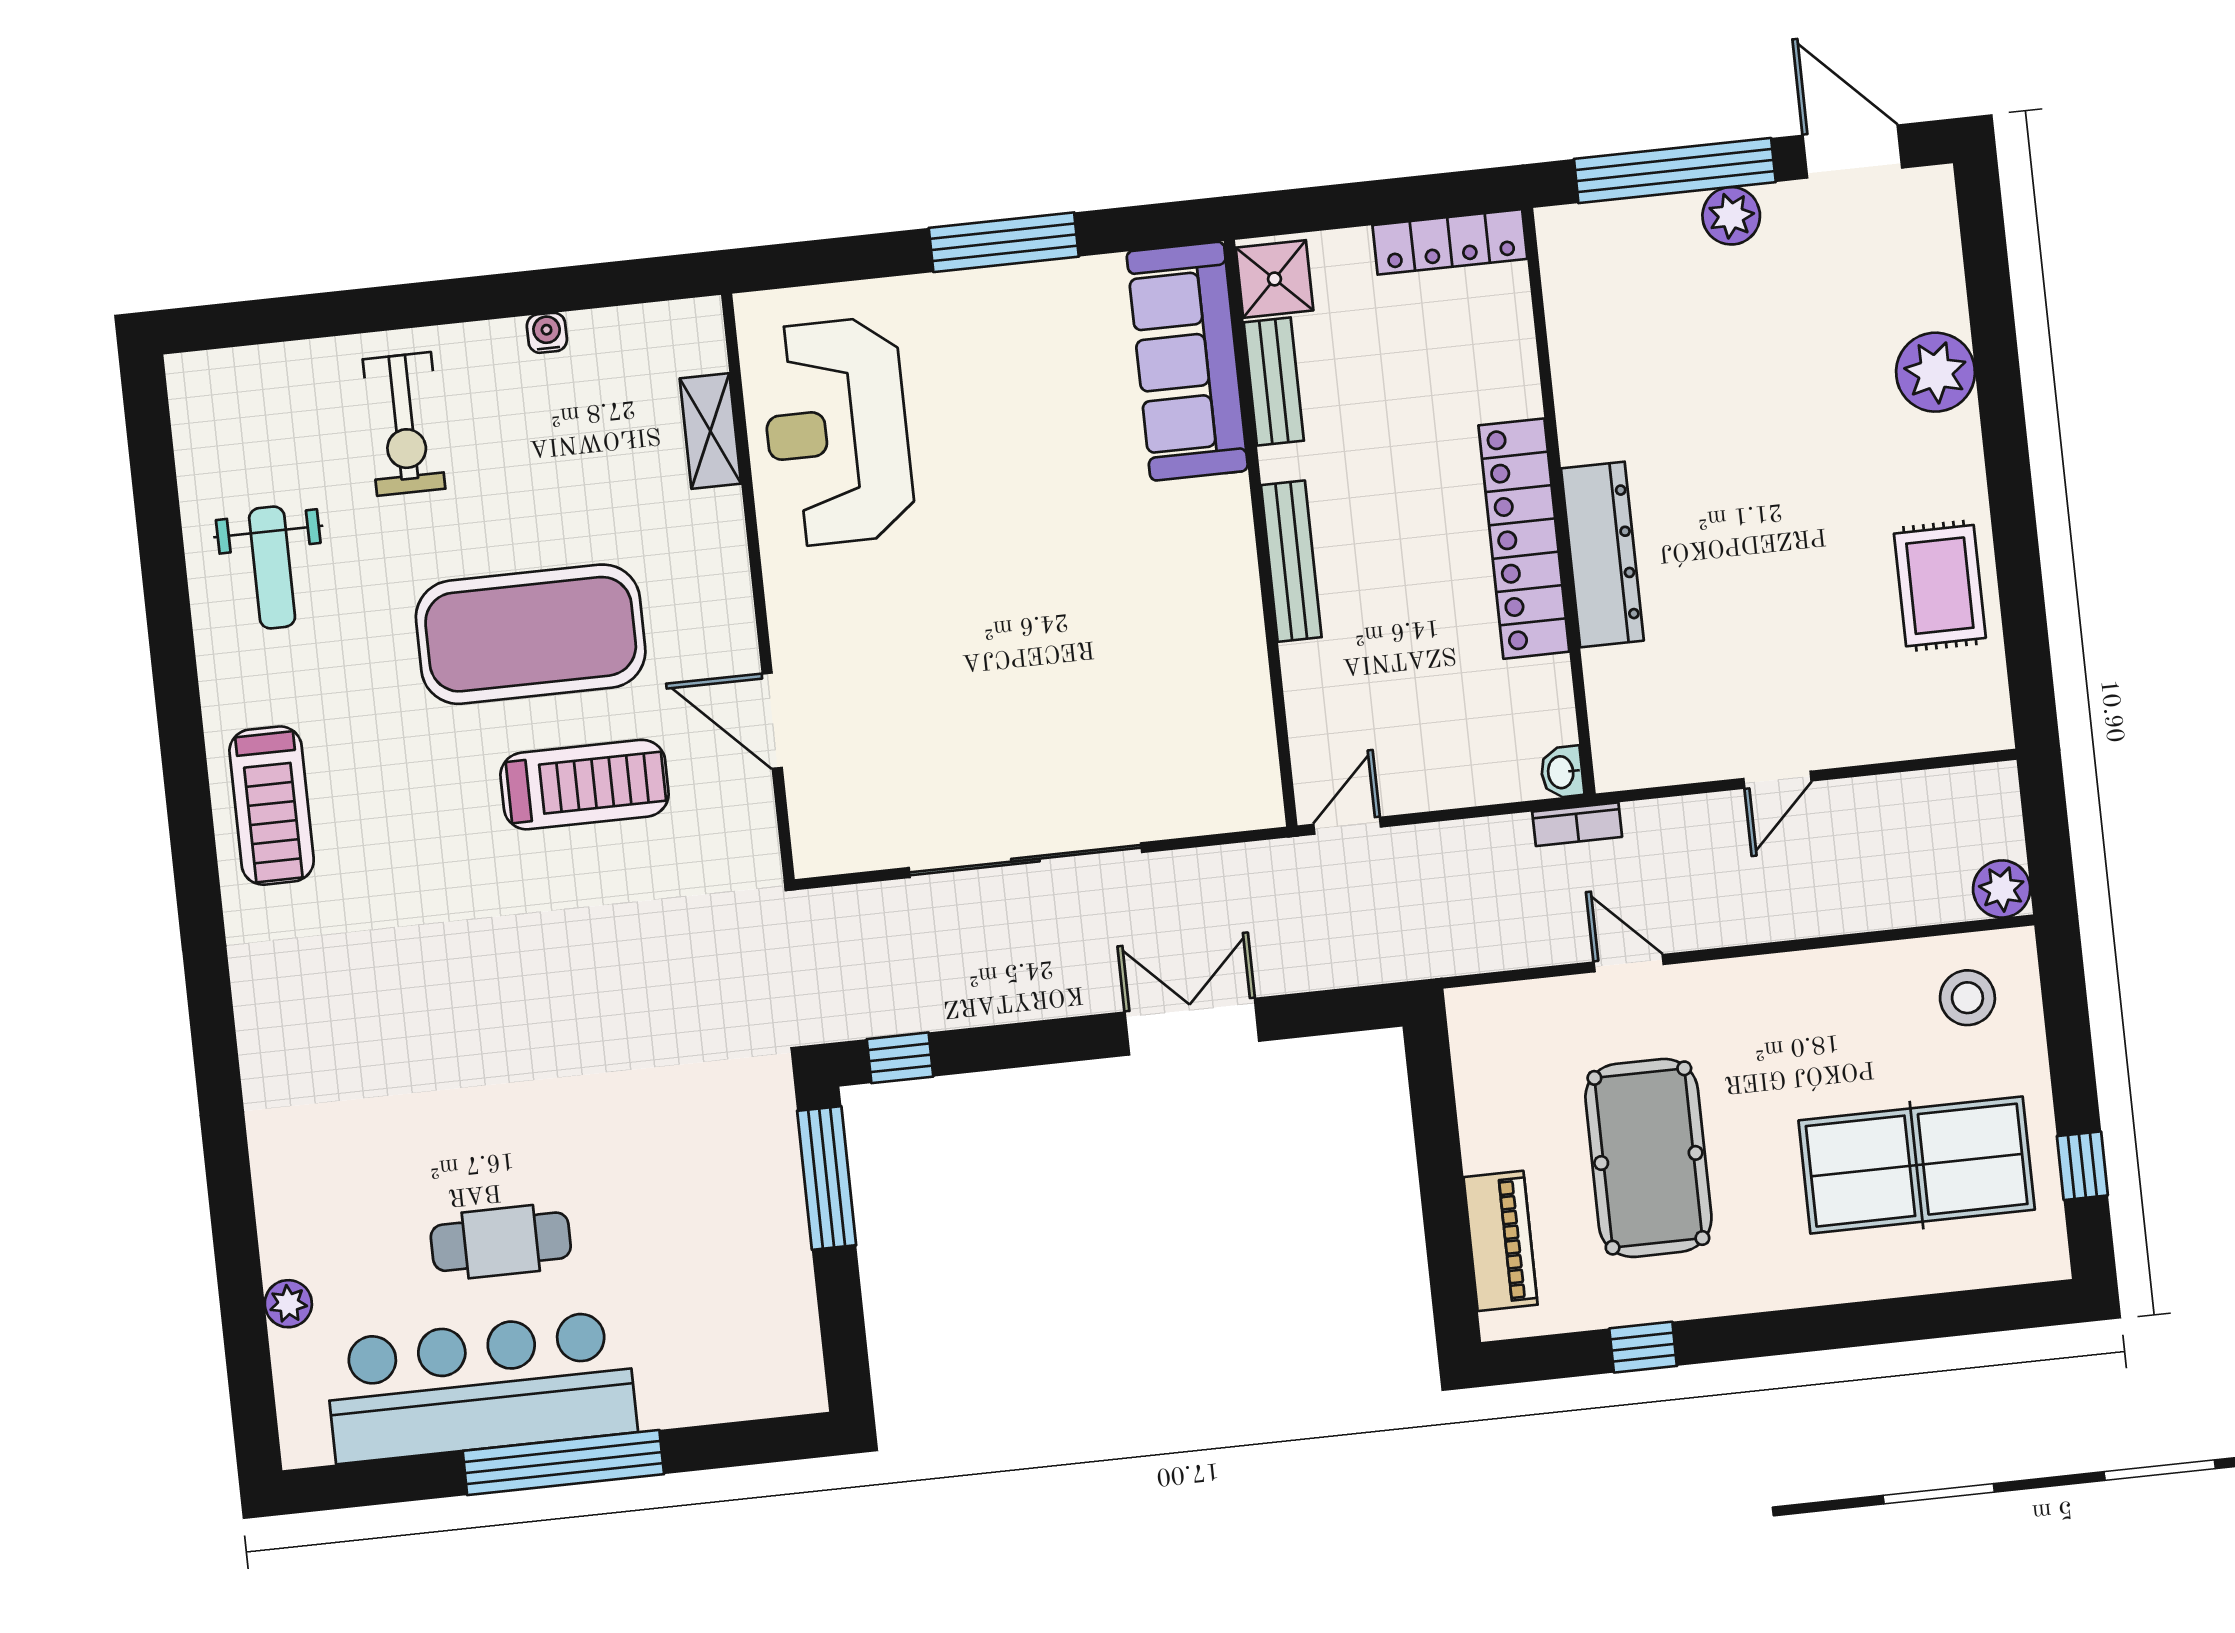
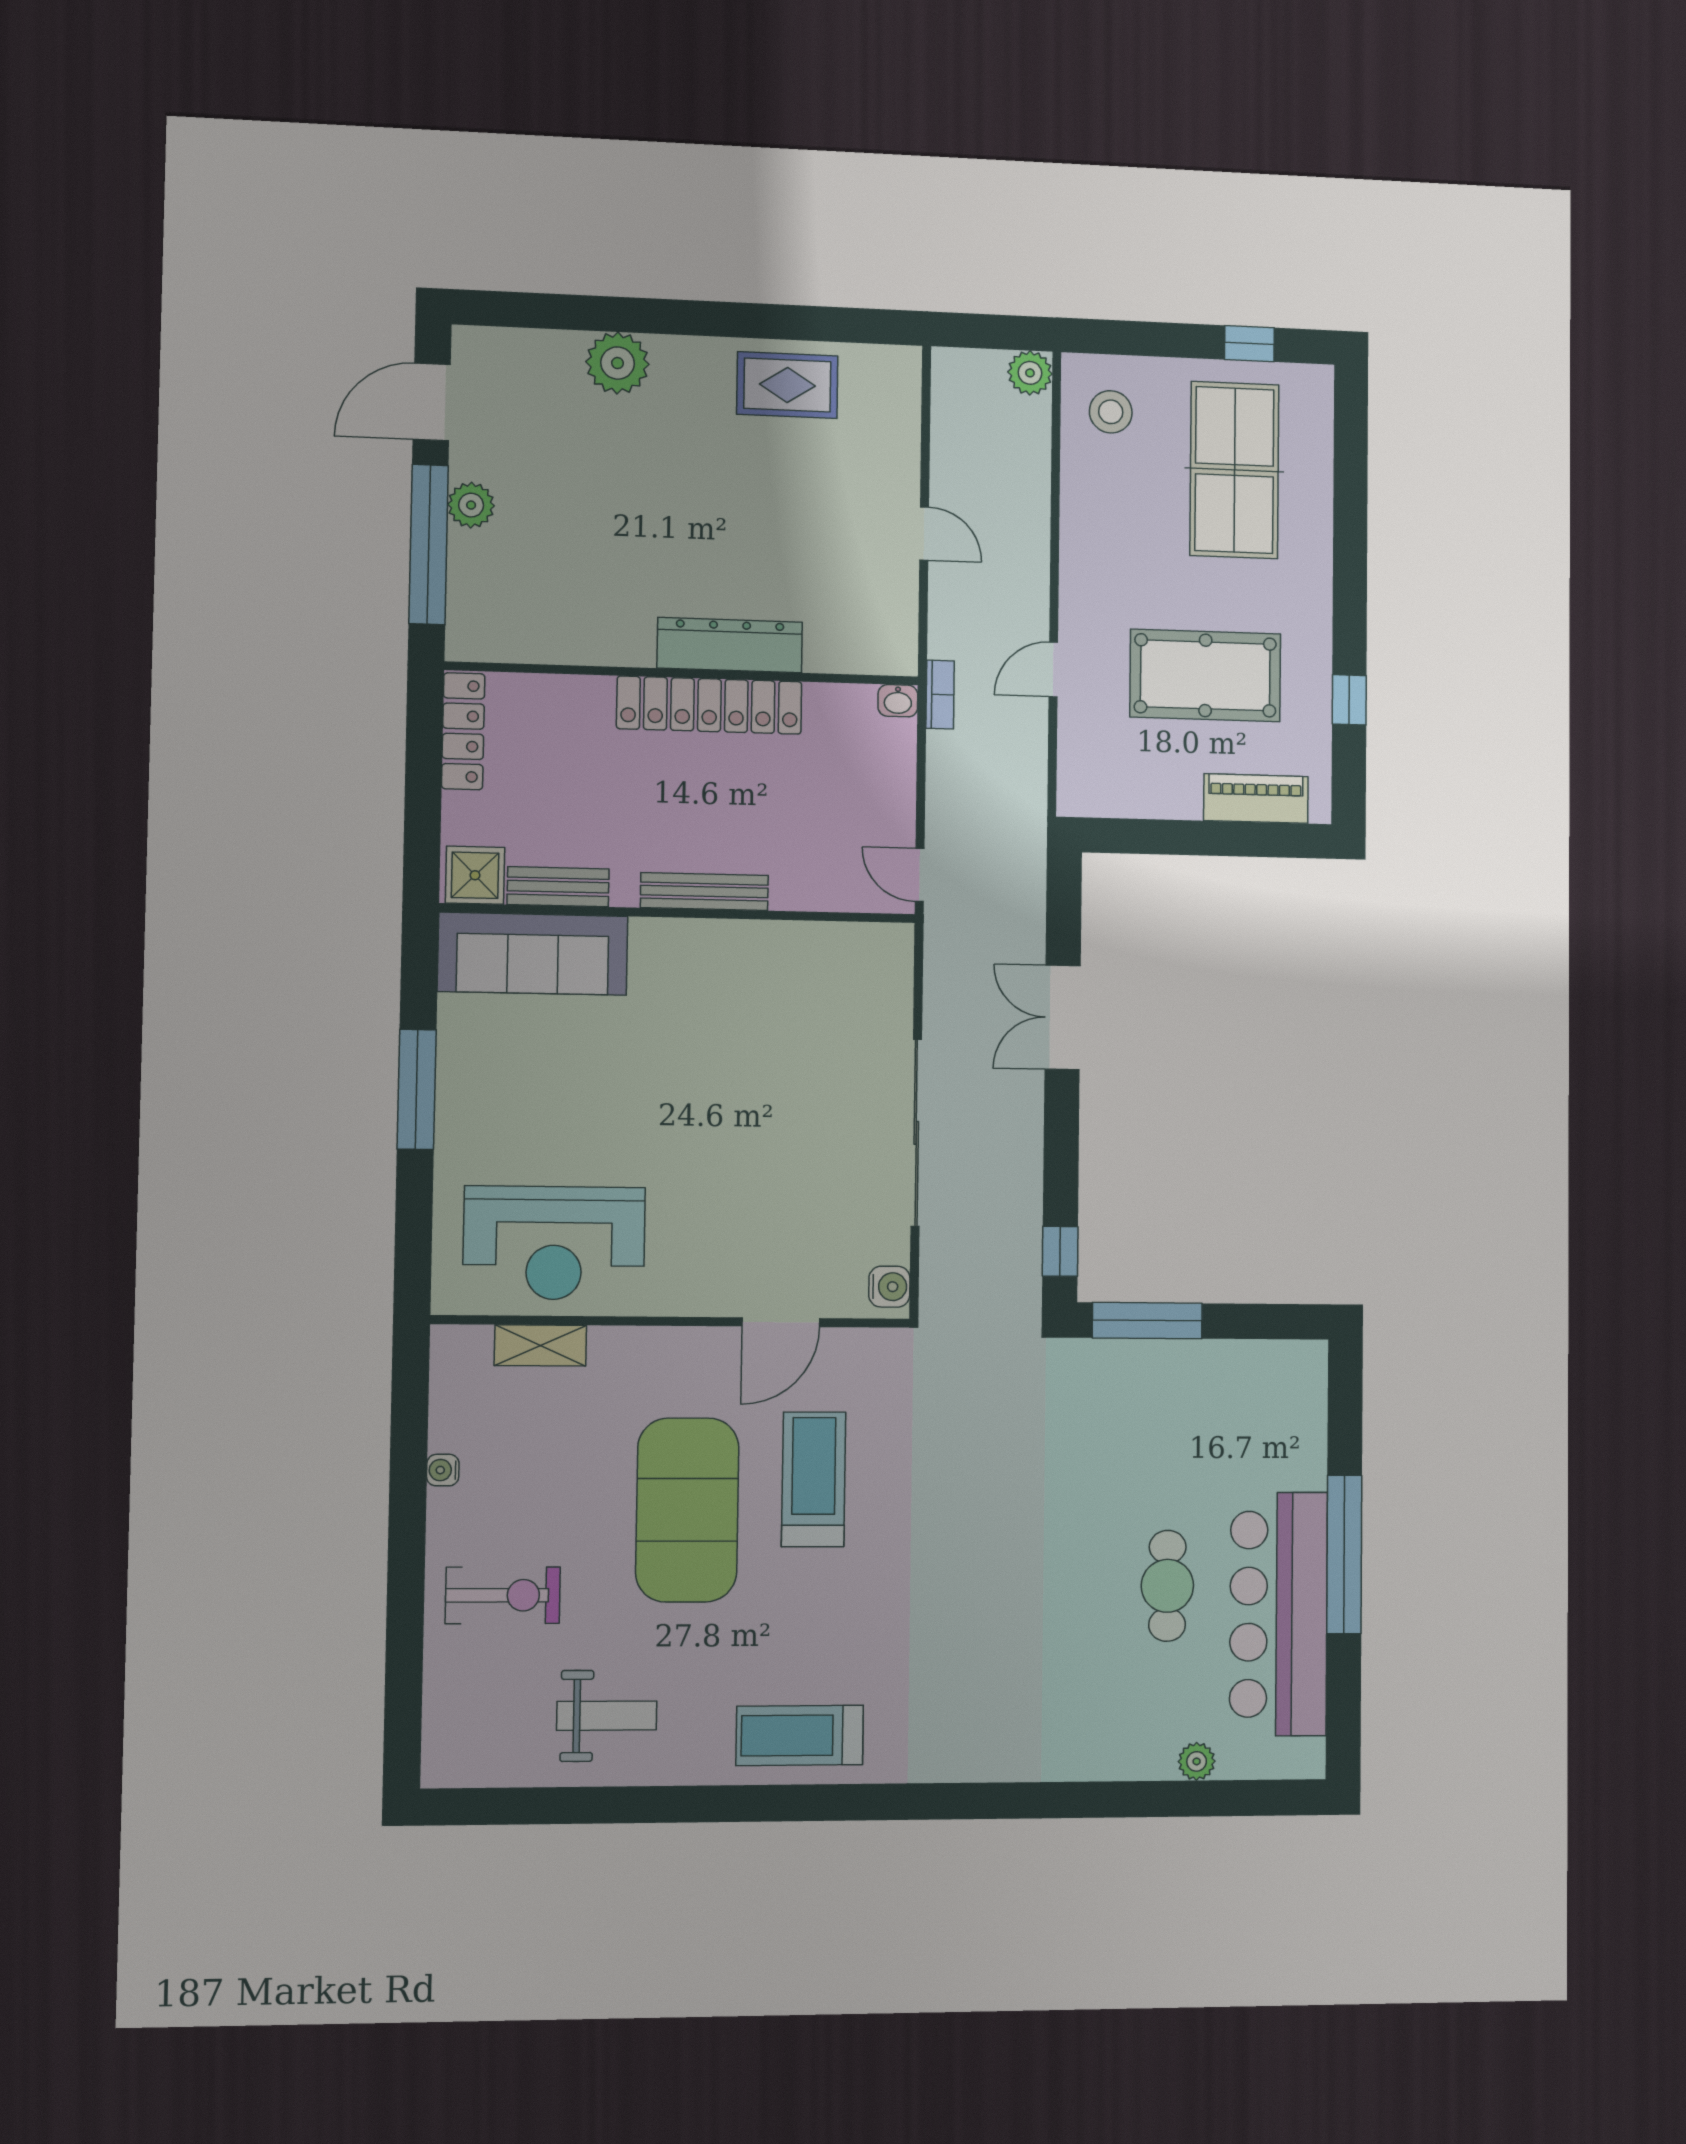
treadmill: (272, 806) -> (800, 1735), turned 180
water cooler: (831, 850) -> (889, 1287), added

